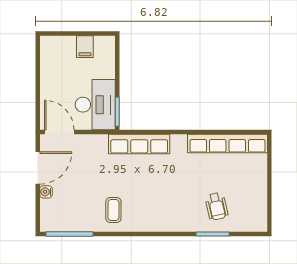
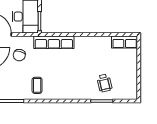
row of seats: (228, 144) -> (125, 42), width x0.50
chair: (86, 164) -> (19, 55), added

